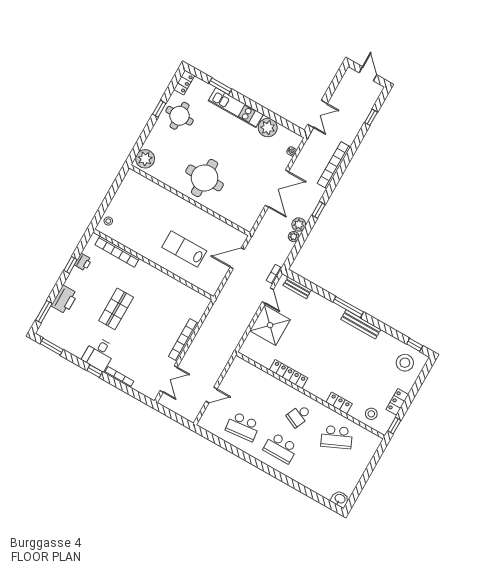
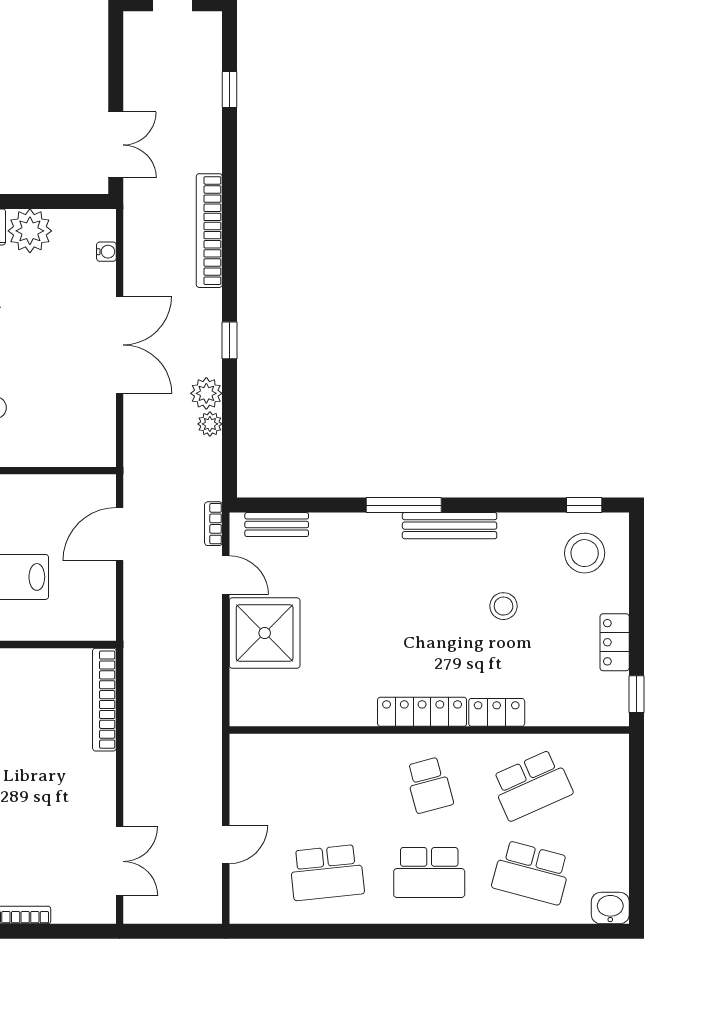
bookcase: (184, 340) -> (104, 700), moved
locker: (288, 374) -> (422, 712), moved
stool: (371, 414) -> (504, 606), moved
school desk: (299, 416) -> (429, 785), turned -39
school desk: (318, 469) -> (532, 872), added

